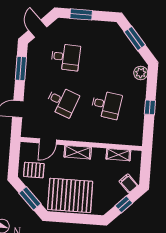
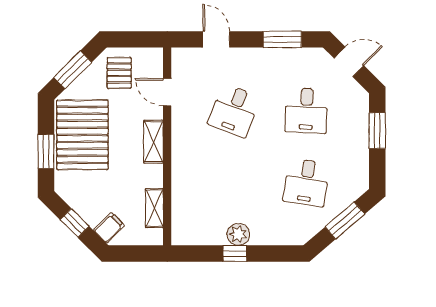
plant: (141, 73) -> (238, 234), moved
desk: (106, 105) -> (306, 182), moved
window: (79, 219) -> (46, 151), added

